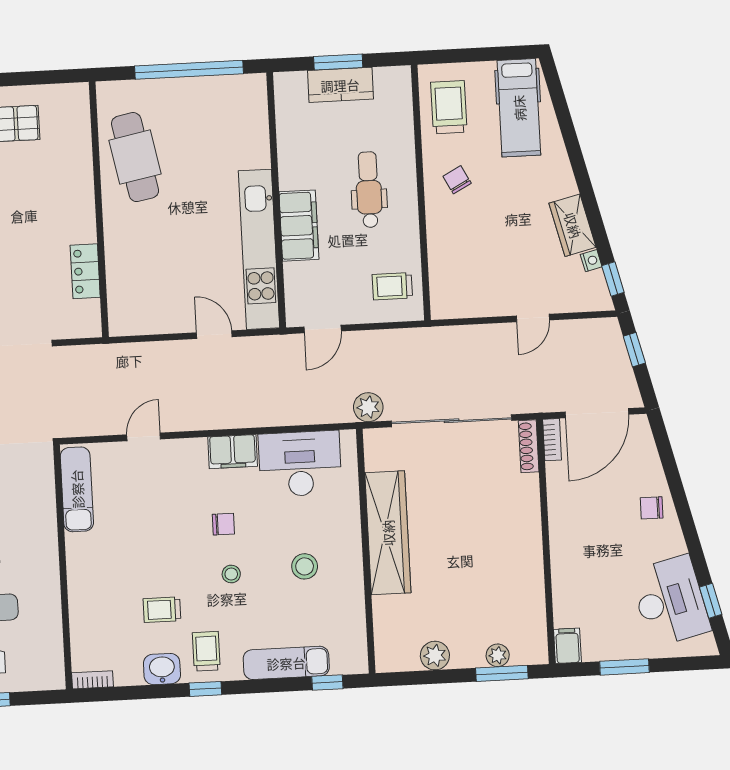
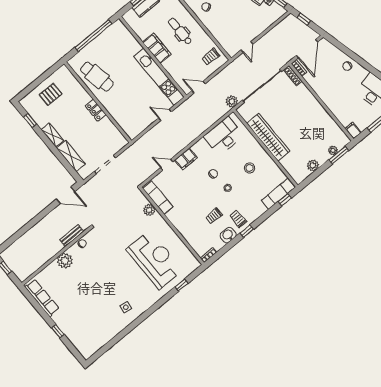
filing cabinet: (299, 226) -> (157, 48), moved
locker: (85, 271) -> (96, 110), moved
door: (533, 318) -> (247, 47), moved
door: (323, 329) -> (199, 87), swing flipped
door: (144, 437) -> (167, 165), hinge flipped
filing cabinet: (233, 452) -> (186, 159), moved
plant: (41, 501) -> (149, 210), added
exam couch: (286, 663) -> (278, 194), moved

